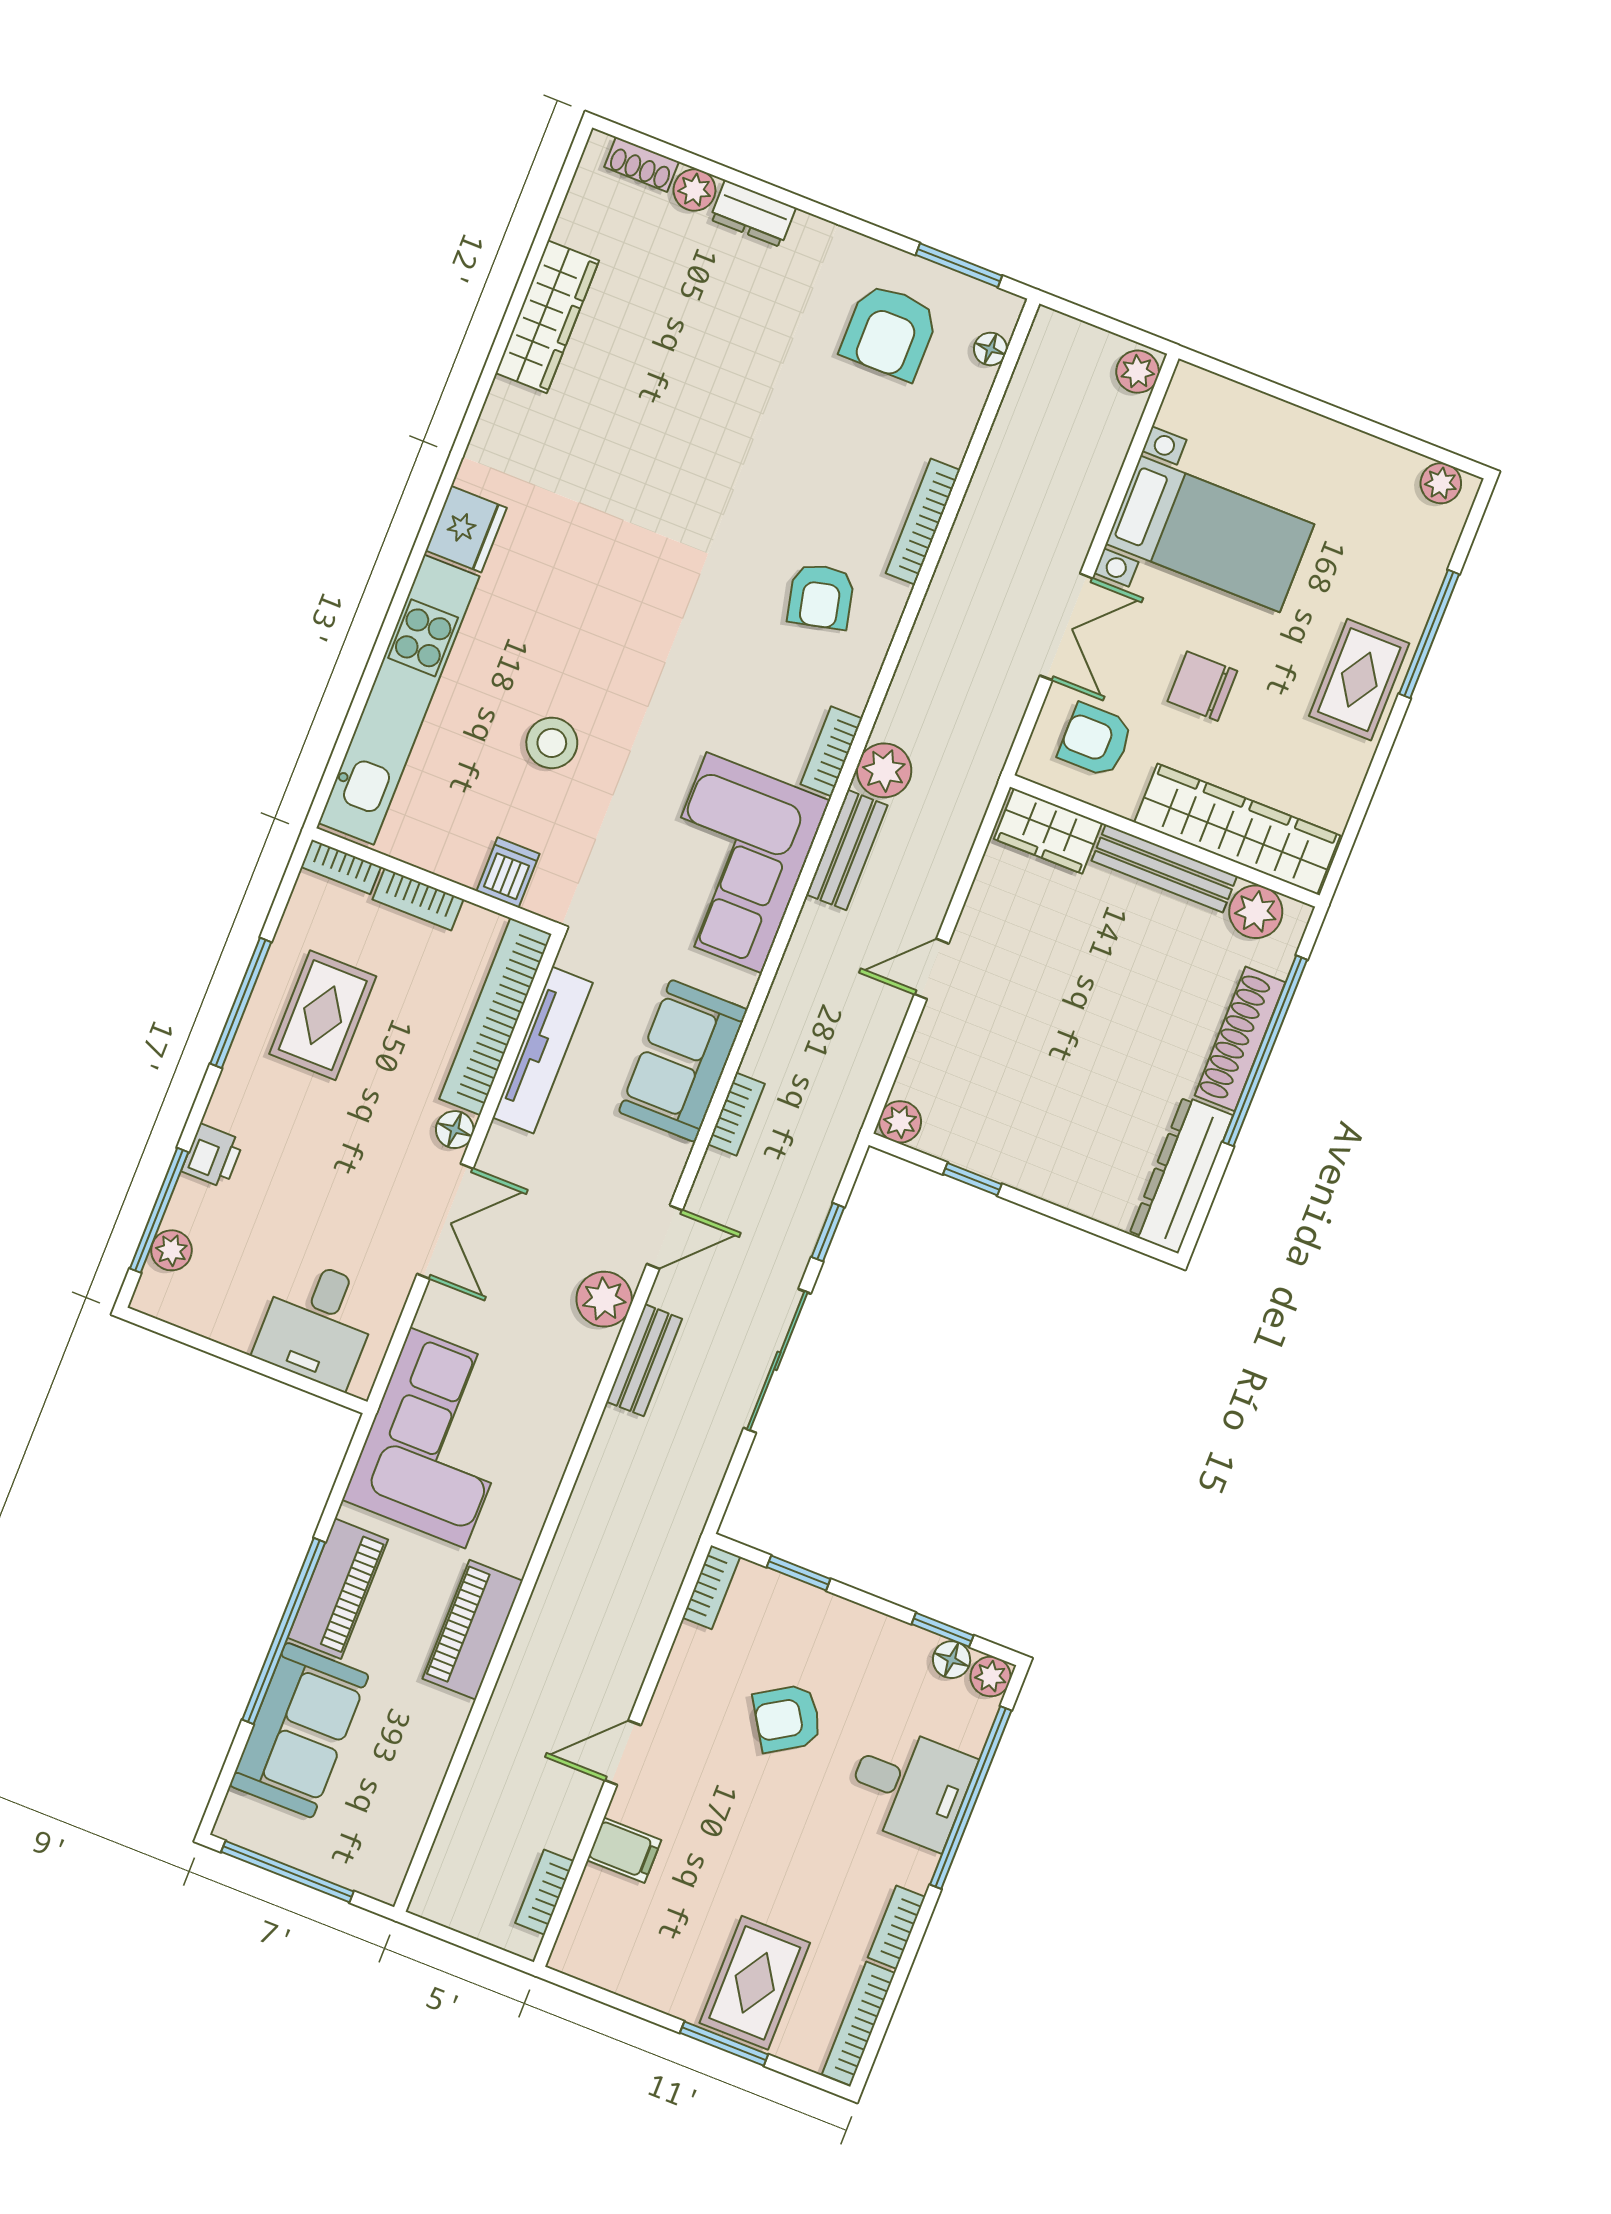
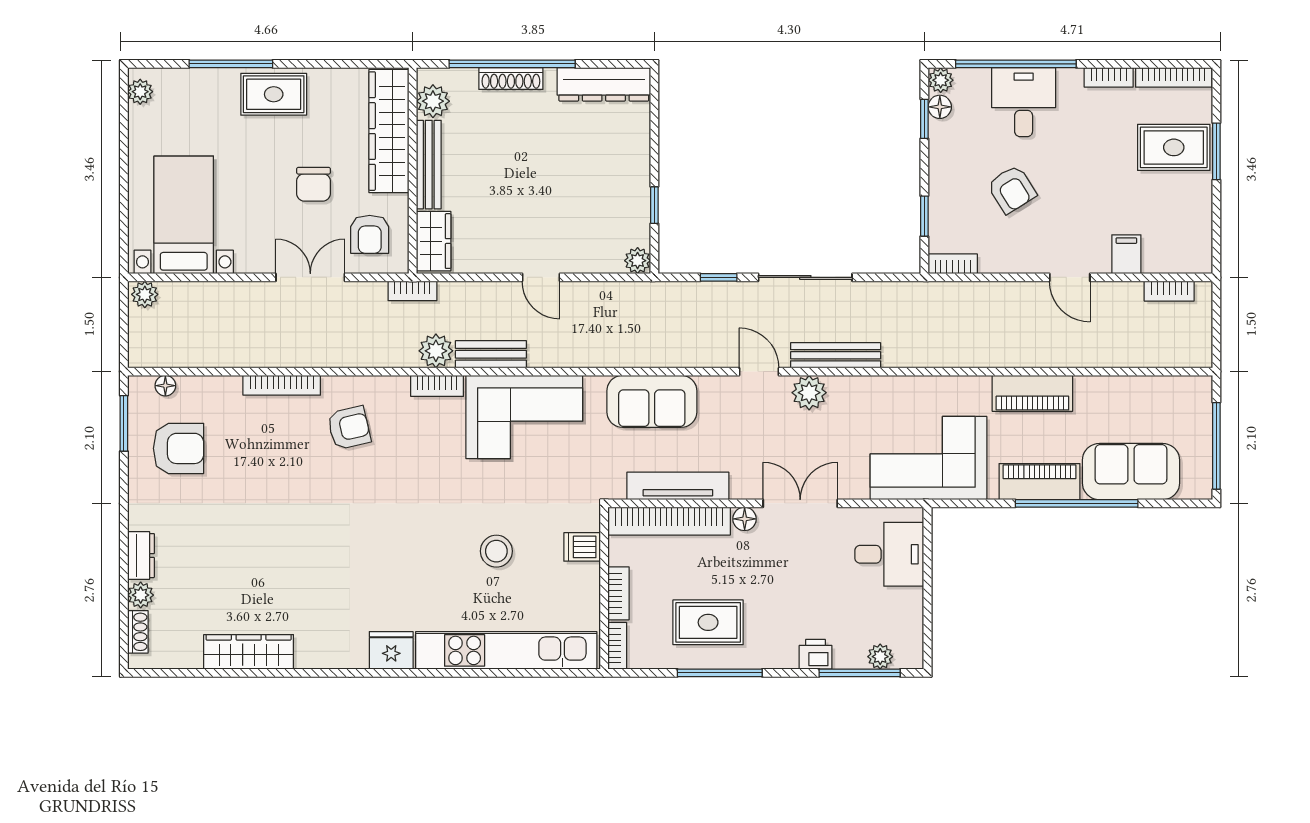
bed with nightstands: (1210, 534) -> (184, 215), moved
shoe rack: (1240, 1039) -> (511, 79), width x0.74, depth x0.81
bookcase: (736, 1114) -> (412, 291), moved, turned 180
bench: (644, 1360) -> (836, 355), width x1.36

